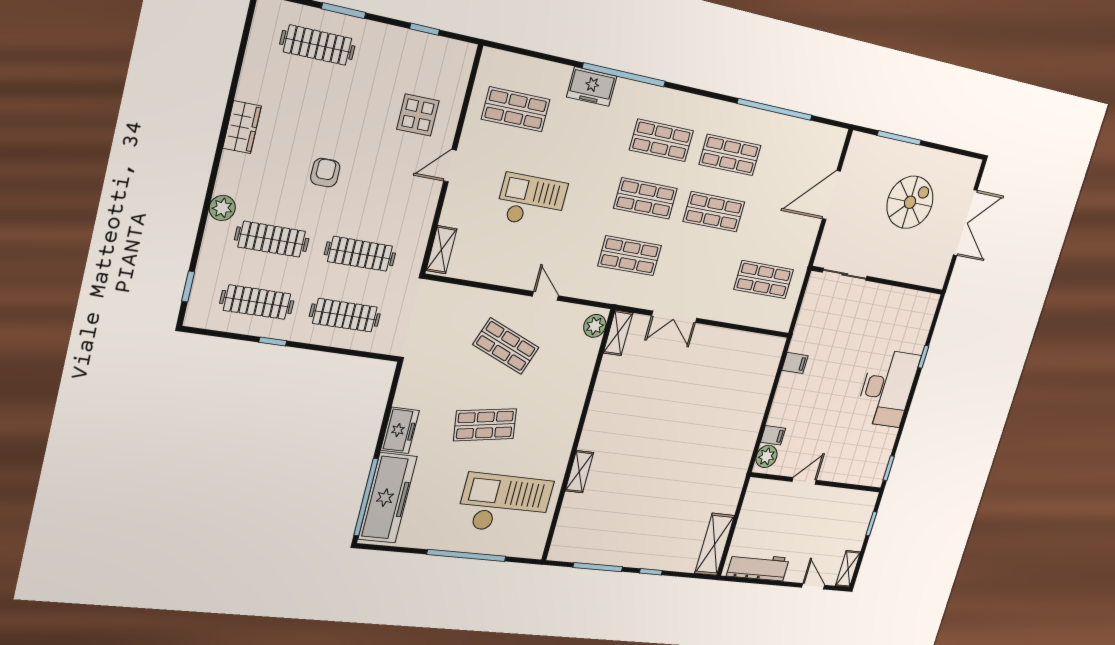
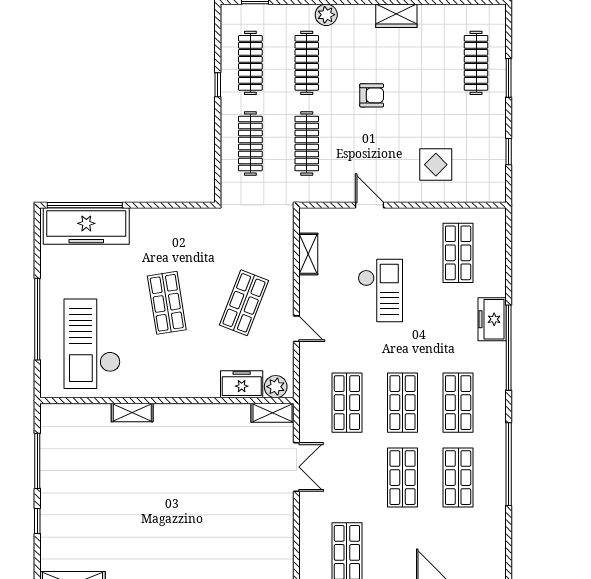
window: (775, 109) -> (509, 464), moved
door: (450, 166) -> (370, 205), moved
shelving: (442, 250) -> (308, 254), moved, turned 90
door: (545, 296) -> (296, 329), hinge flipped
double door: (674, 317) -> (296, 467), swing flipped
freezer: (400, 430) -> (242, 384), moved, turned 180
checkout: (505, 504) -> (92, 344), turned 180

